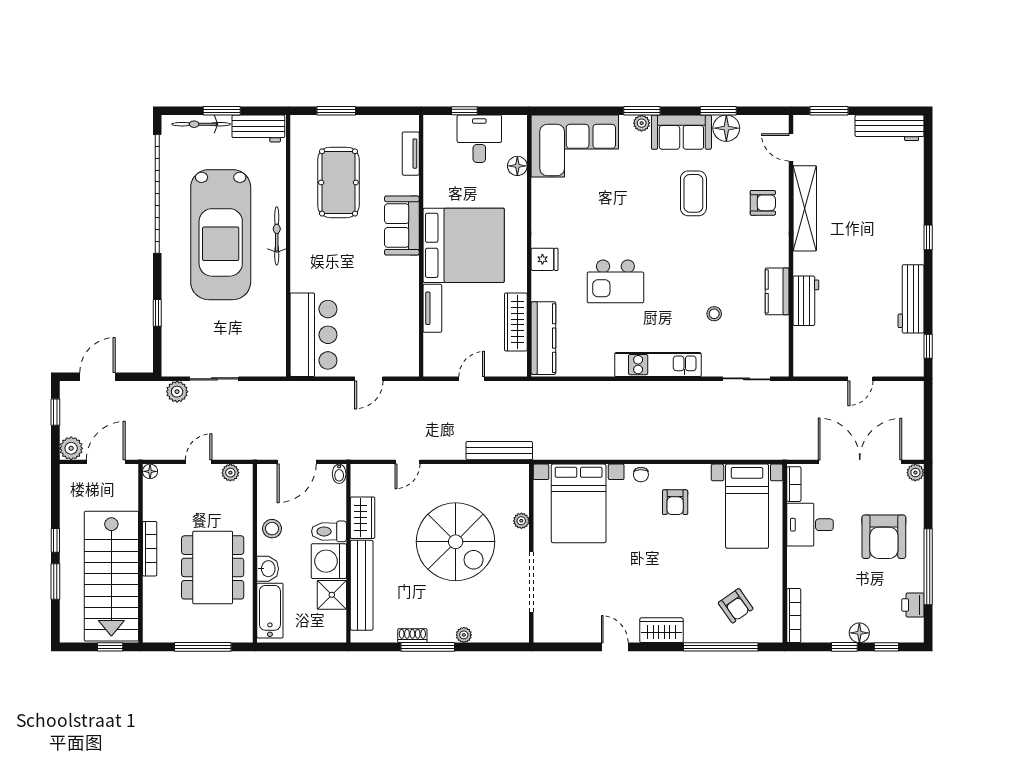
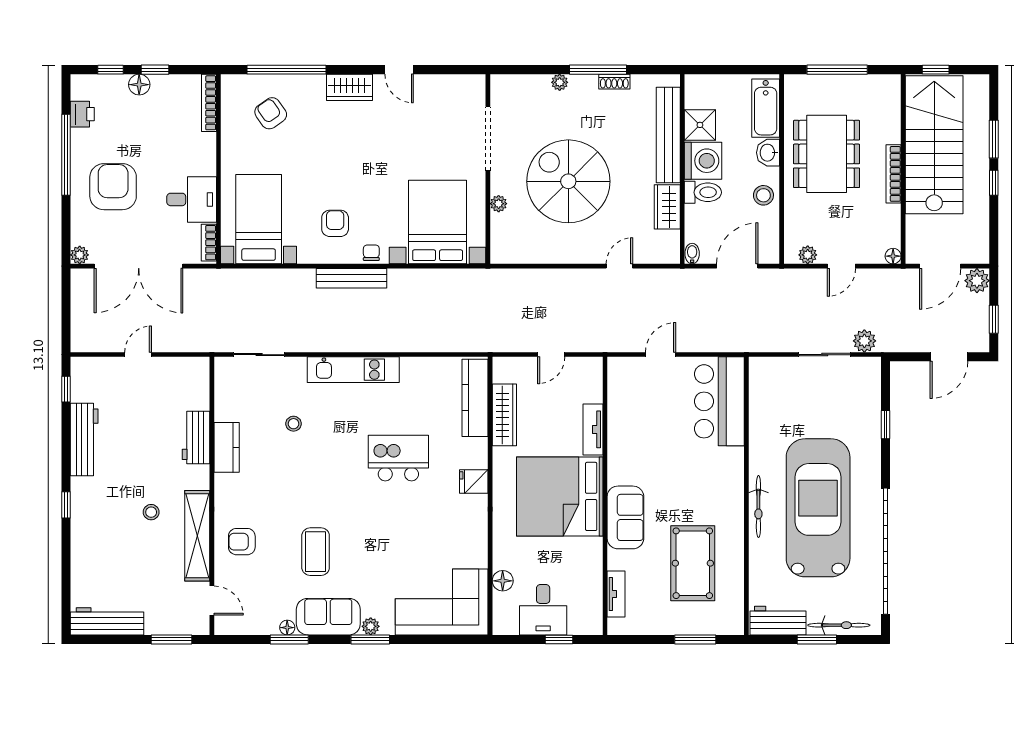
floor lamp: (726, 128) -> (287, 628), width x0.53, depth x0.53
stool: (848, 231) -> (151, 512), added
bench: (499, 451) -> (351, 278), moved

